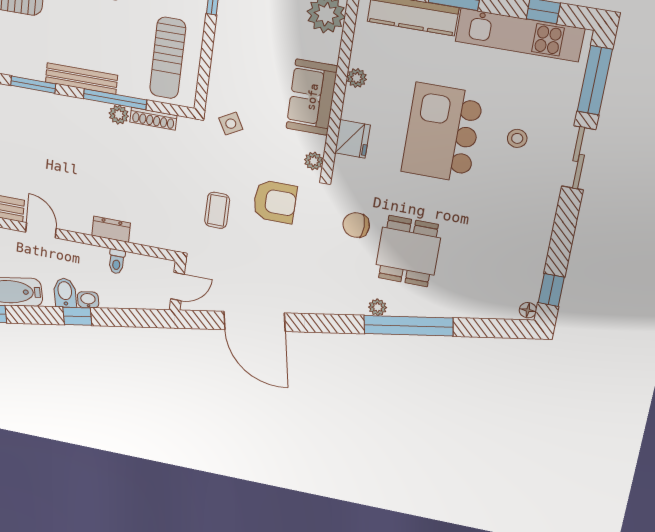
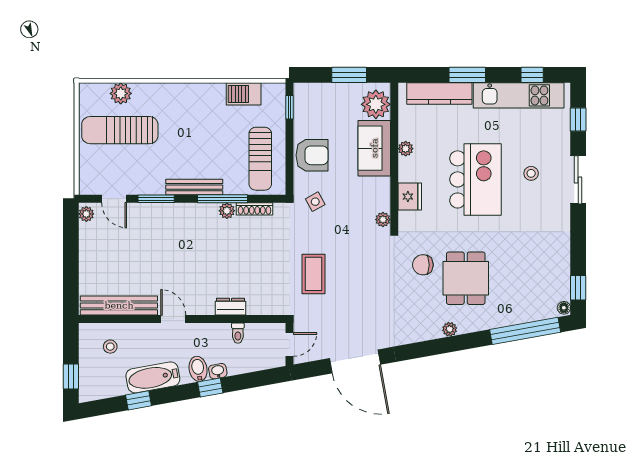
window: (595, 80) -> (578, 120), width x0.46
sofa: (312, 97) -> (374, 148), moved
kitchen island: (442, 133) -> (476, 179), turned 180
armchair: (275, 202) -> (312, 155), moved
coffee table: (217, 210) -> (313, 274), width x1.36, depth x1.30
window: (408, 326) -> (525, 331), moved

